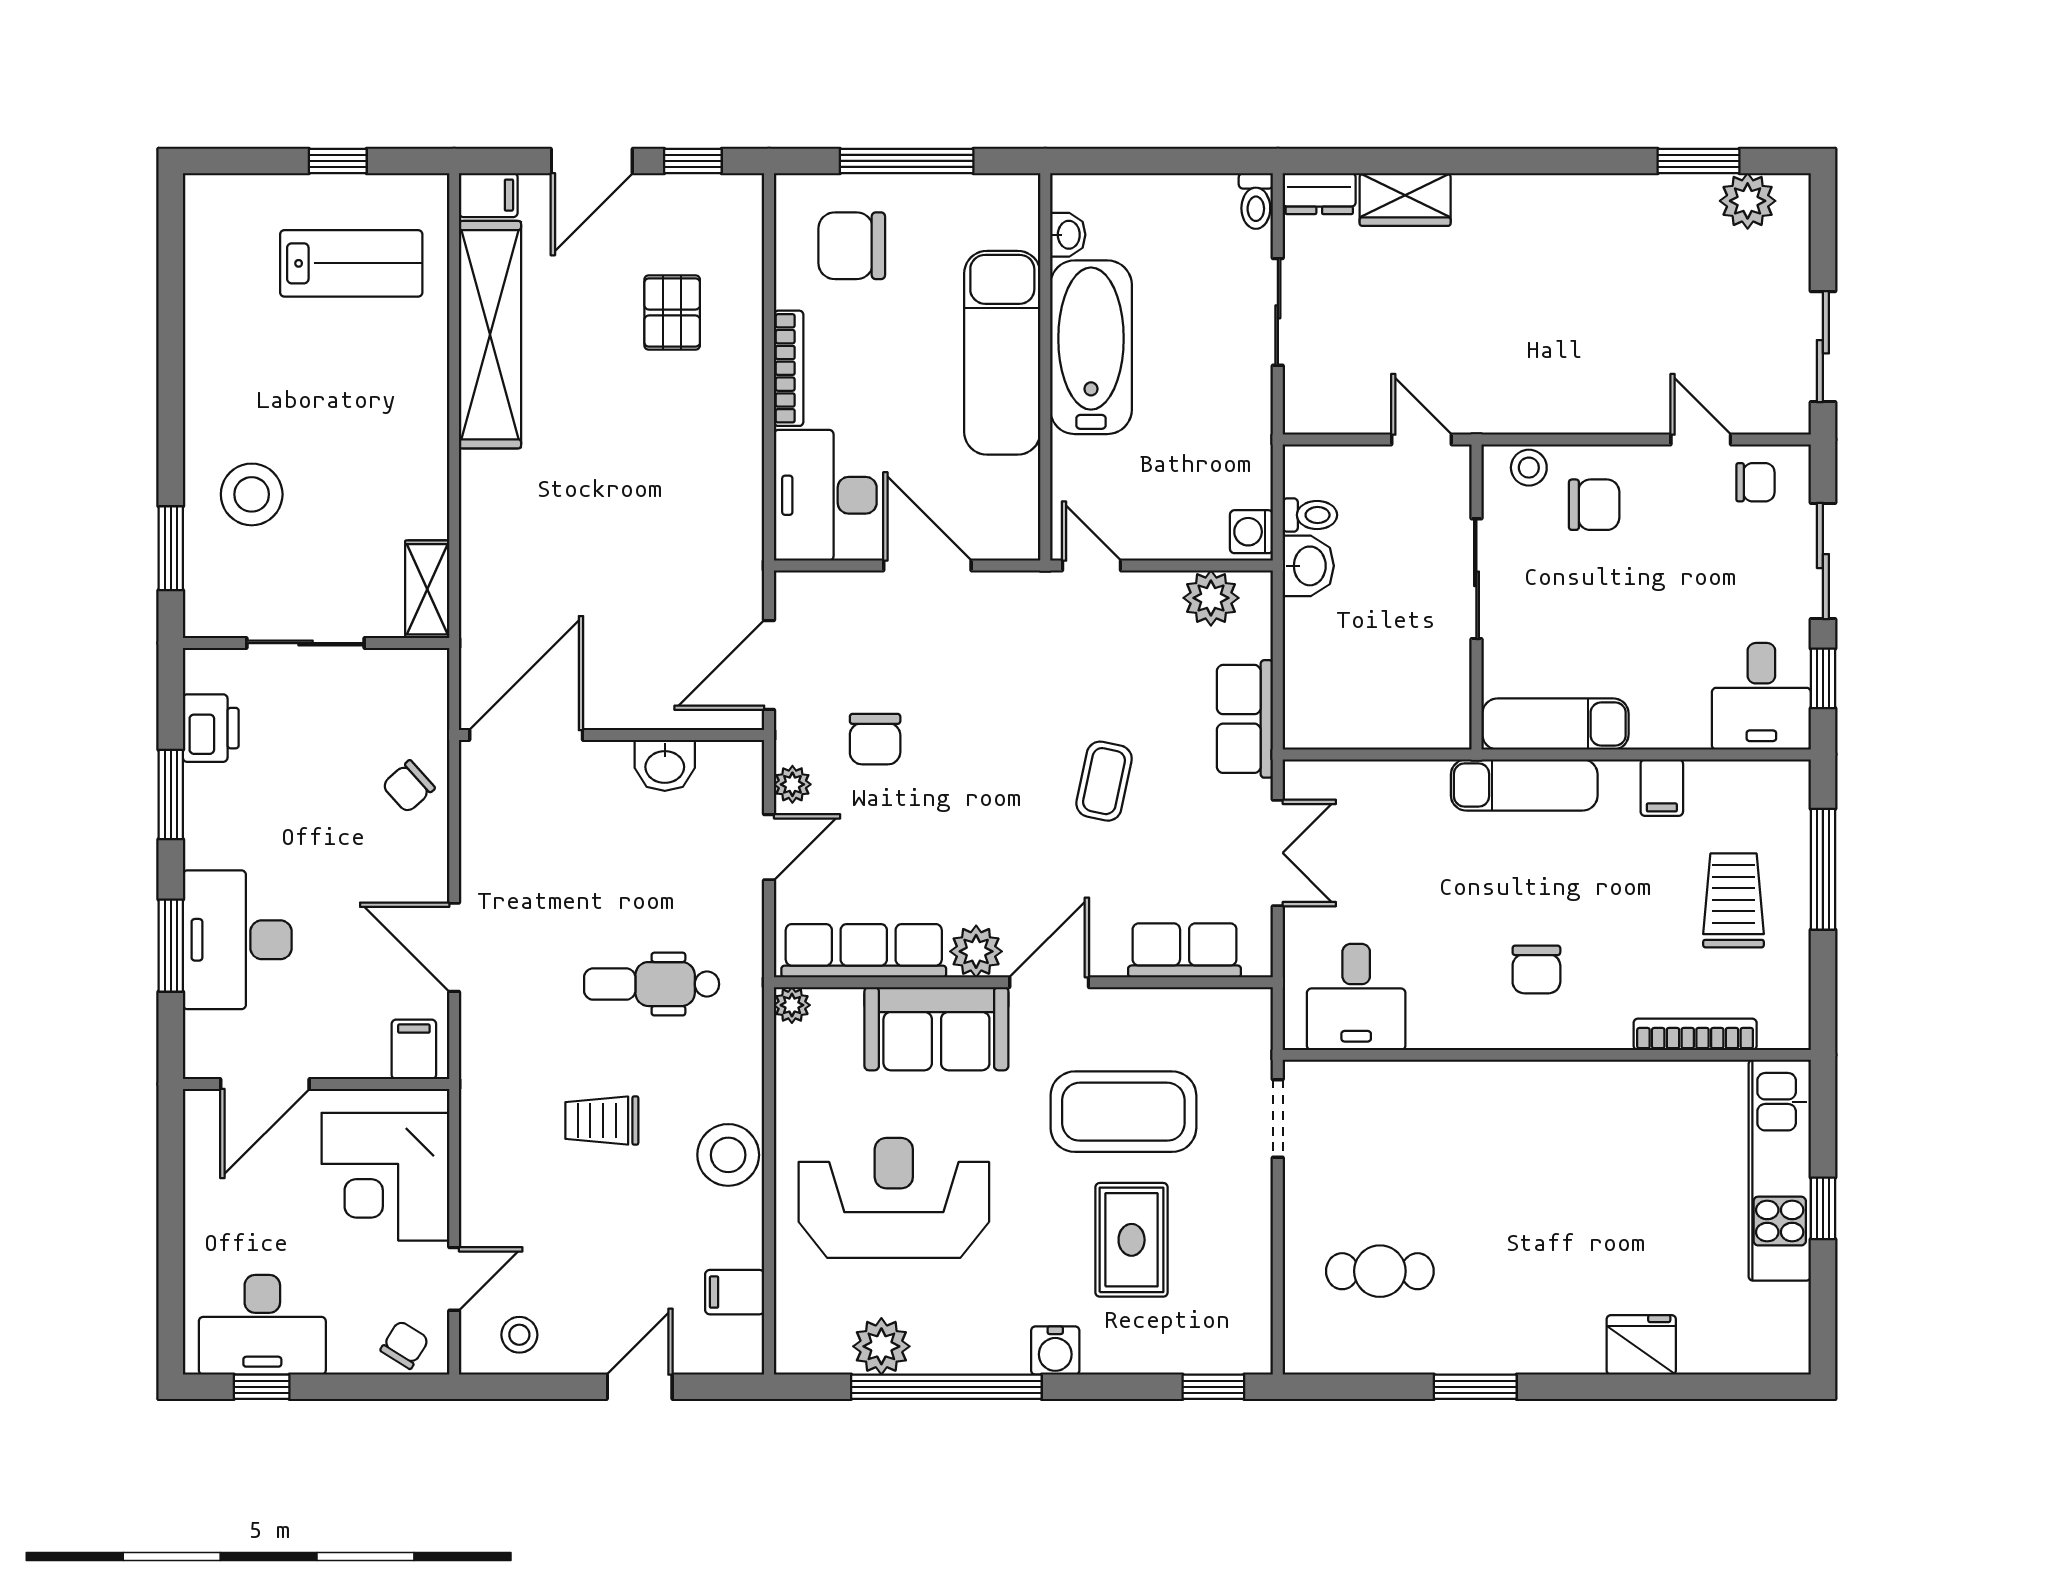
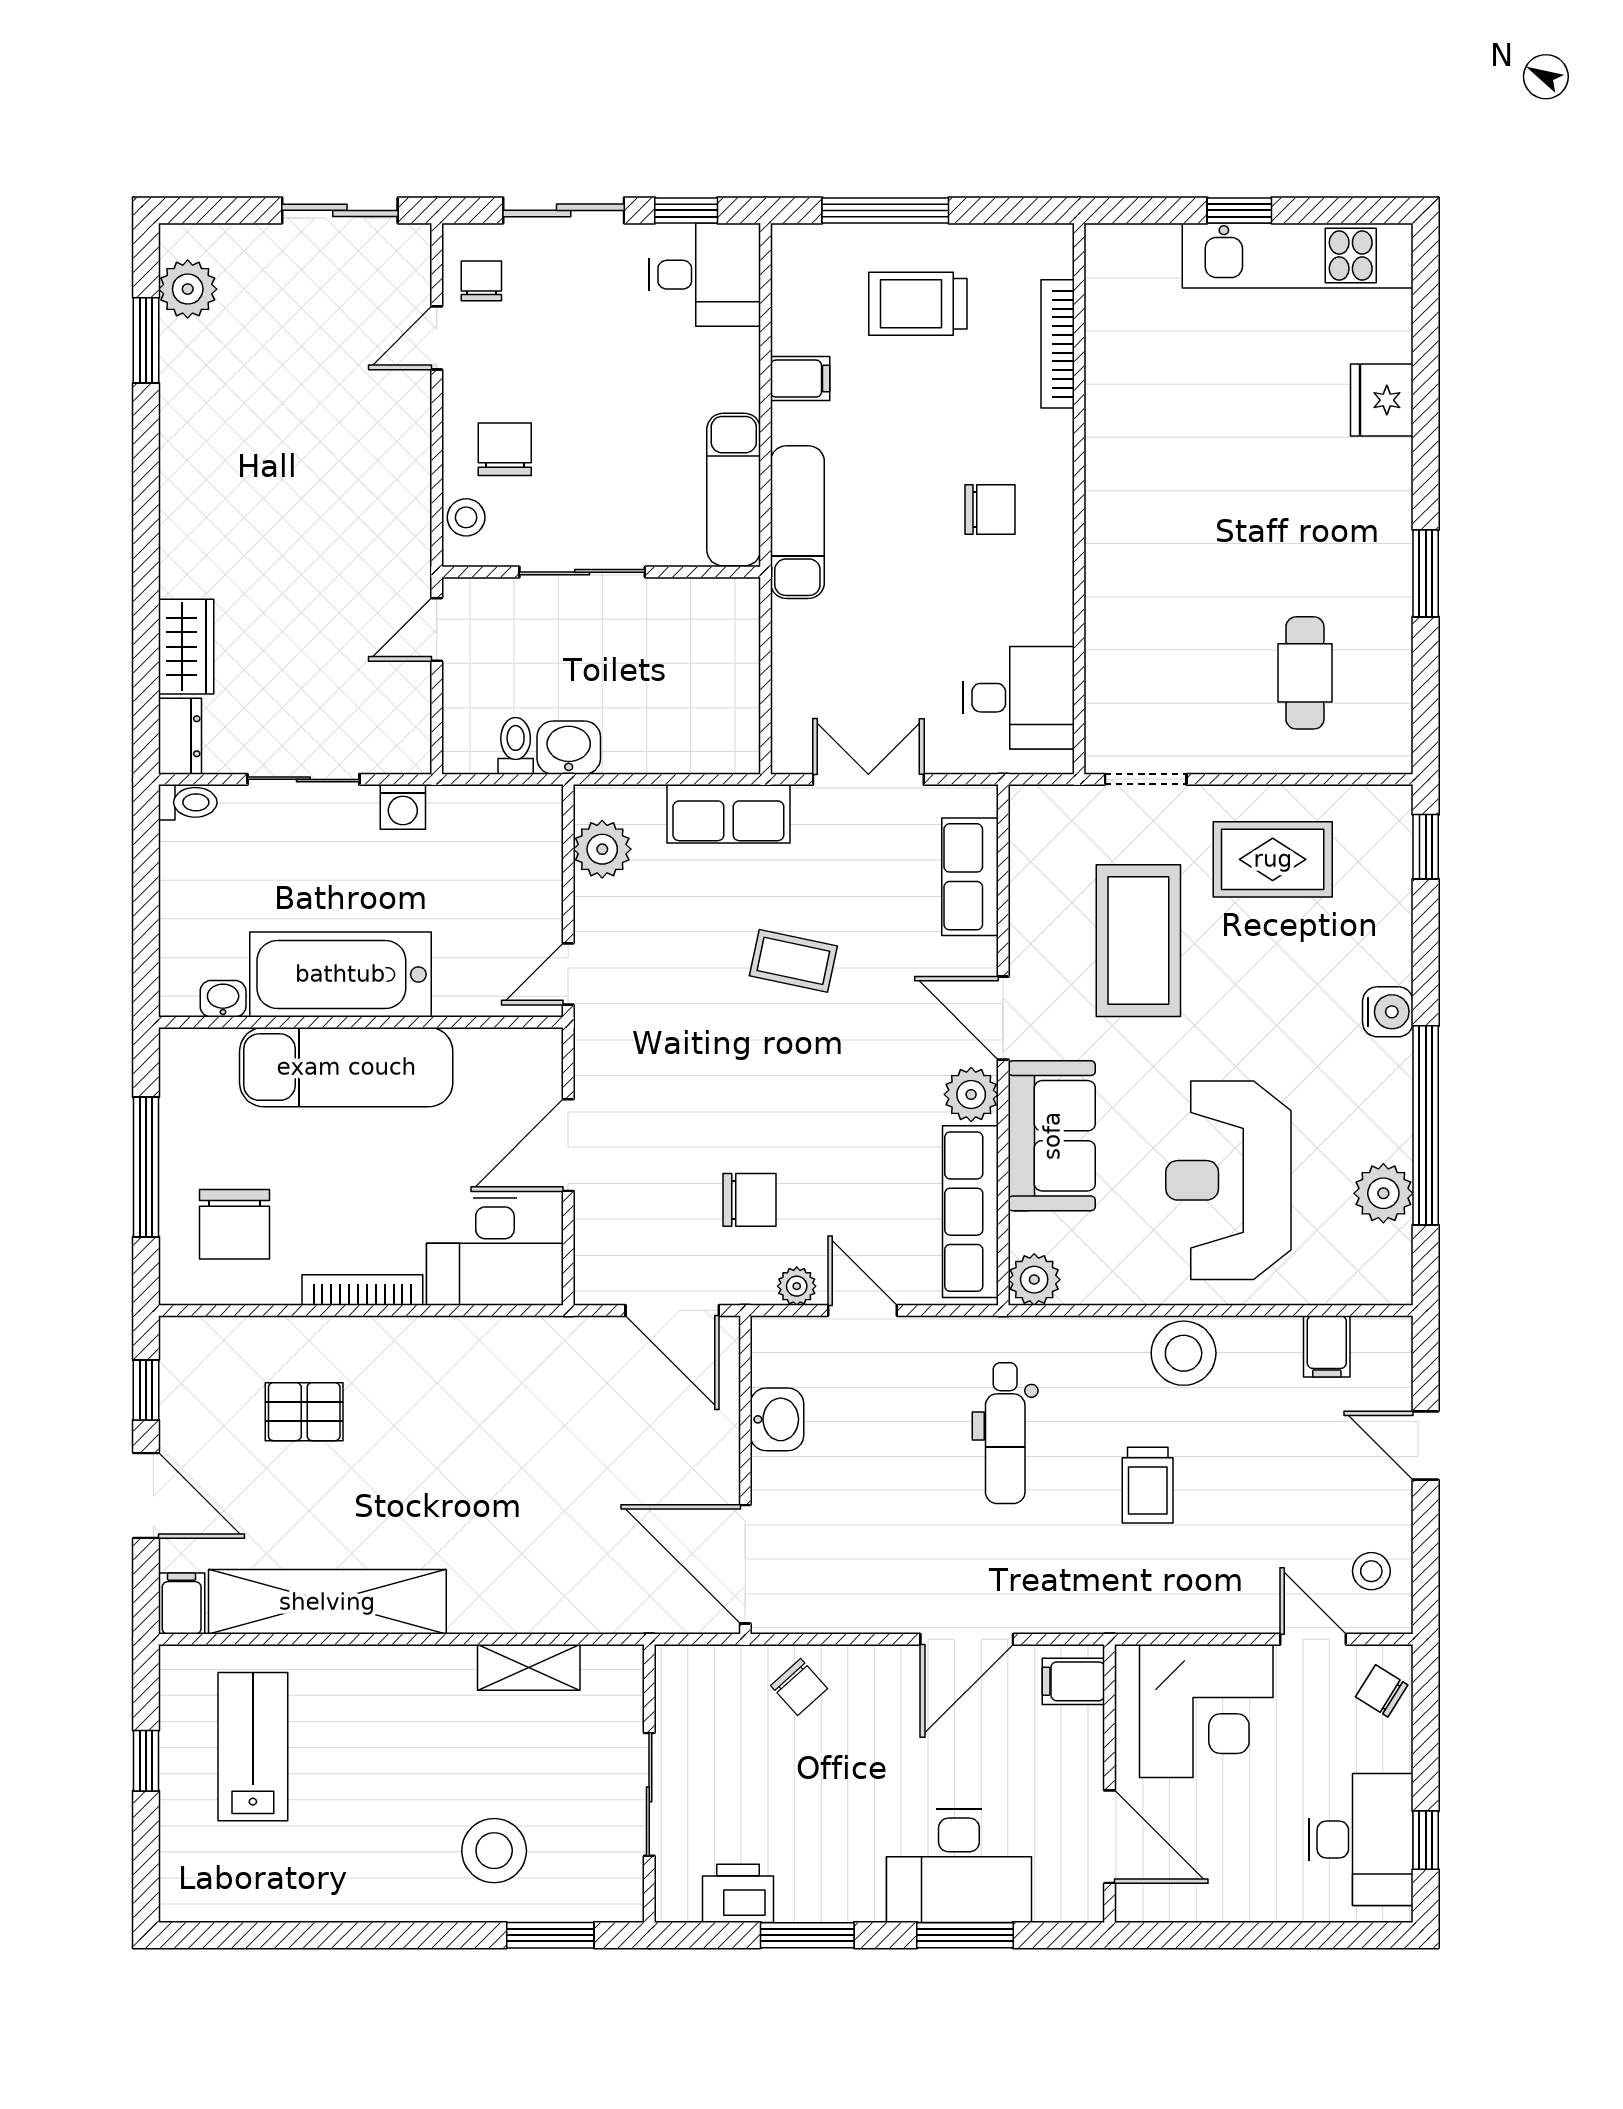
washing machine: (1251, 532) -> (403, 807), moved
shelving: (427, 589) -> (529, 1667), moved
plant: (792, 1005) -> (1034, 1280), width x1.38, depth x1.38
kitchen unit: (1780, 1170) -> (1298, 256), moved
rug: (1132, 1240) -> (1273, 859), moved

